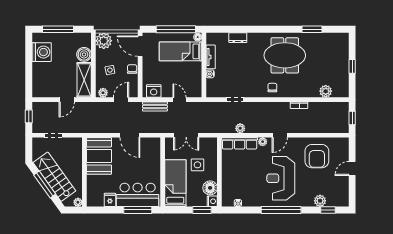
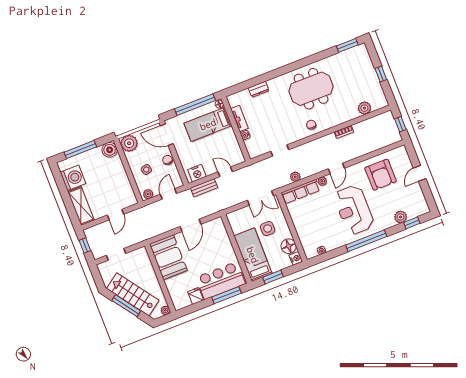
window: (312, 29) -> (347, 45), moved
boiler: (84, 54) -> (110, 150), moved
shelving: (84, 80) -> (81, 206), moved
door: (130, 135) -> (190, 225), hinge flipped
double door: (186, 135) -> (260, 198), moved
window: (202, 210) -> (273, 277), moved

